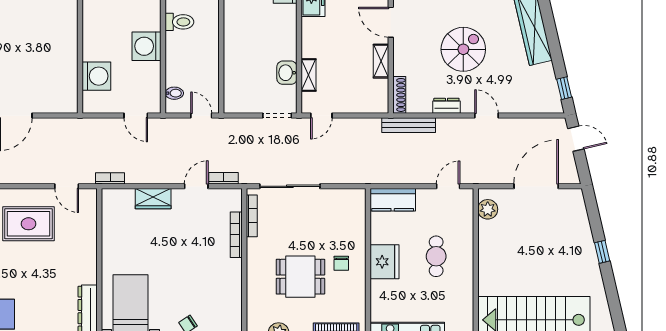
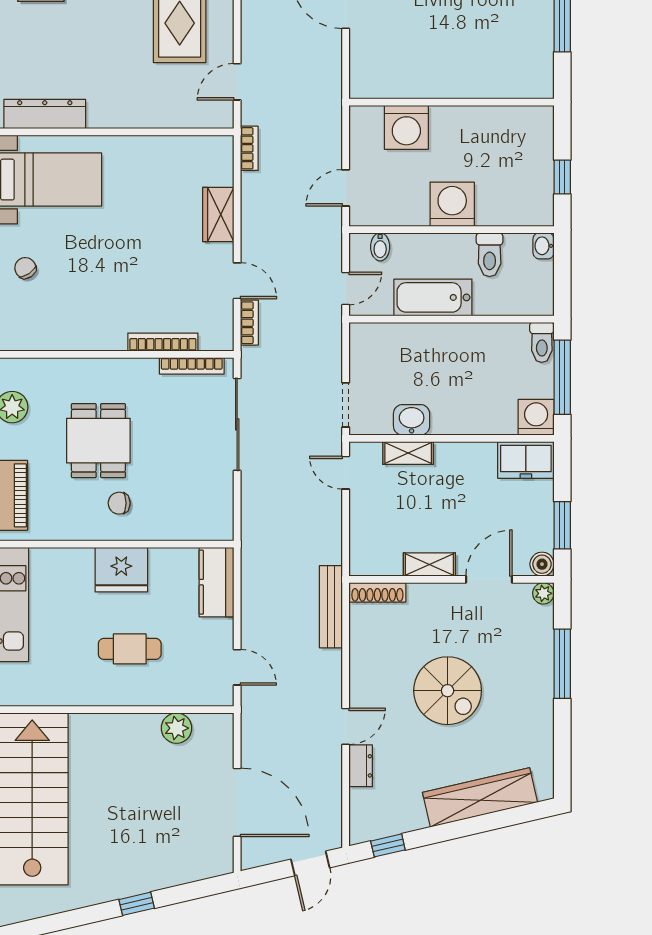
bathtub: (207, 59) -> (433, 297), added
dresser: (446, 106) -> (361, 766), moved
plant: (488, 209) -> (177, 728), moved

